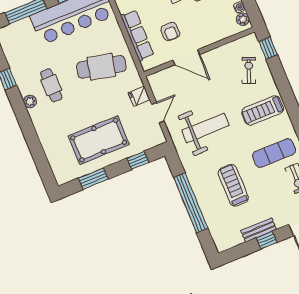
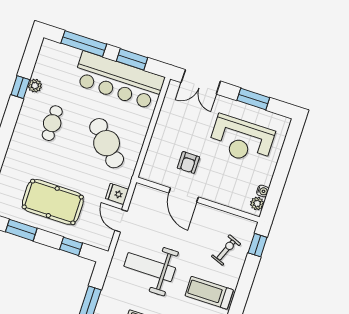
row of seats: (137, 35) -> (158, 142), removed
cafe table: (101, 67) -> (107, 143), turned 33
plant: (30, 101) -> (35, 86), moved
door: (158, 113) -> (121, 221), swing flipped
weight bench: (205, 128) -> (150, 267), turned 180

